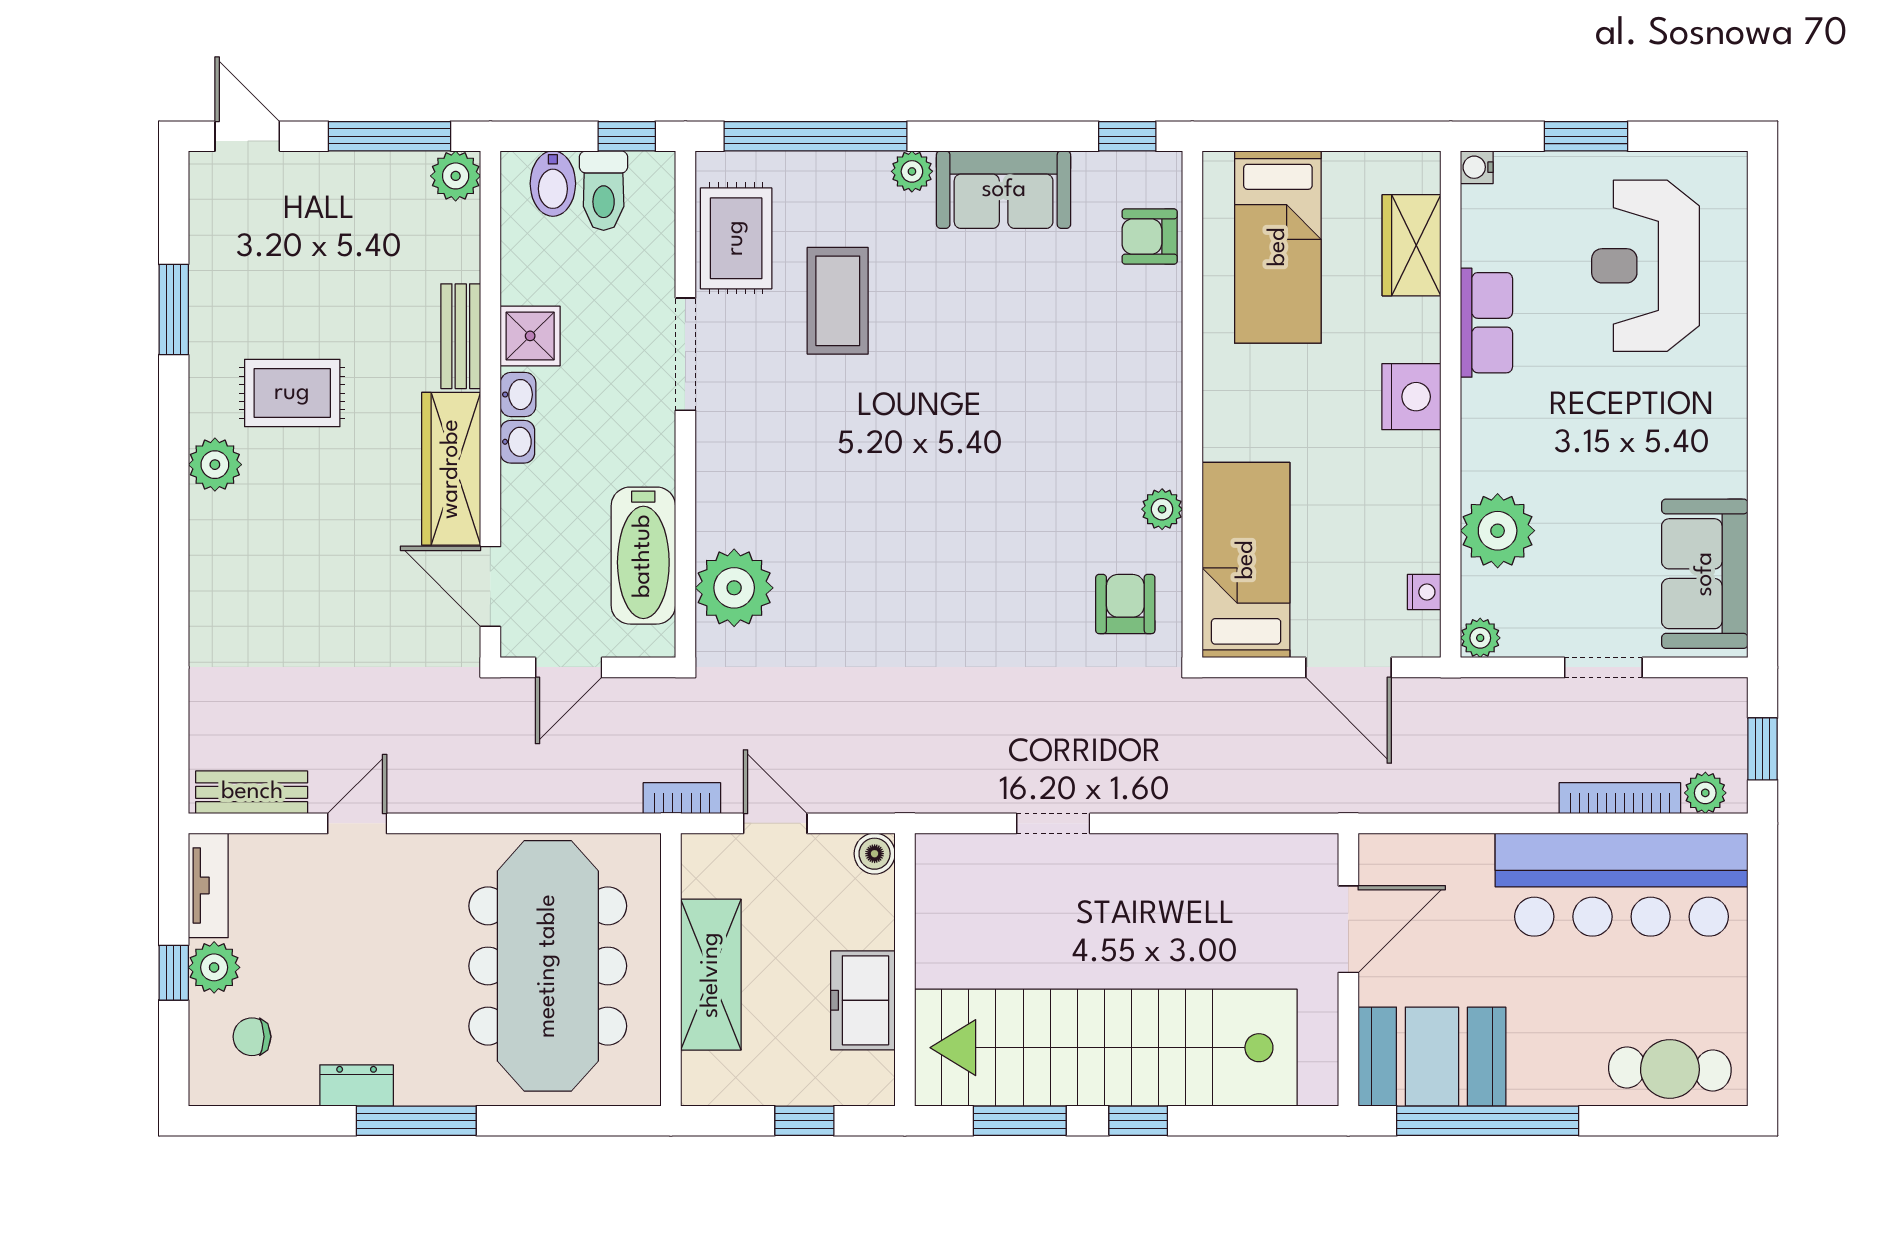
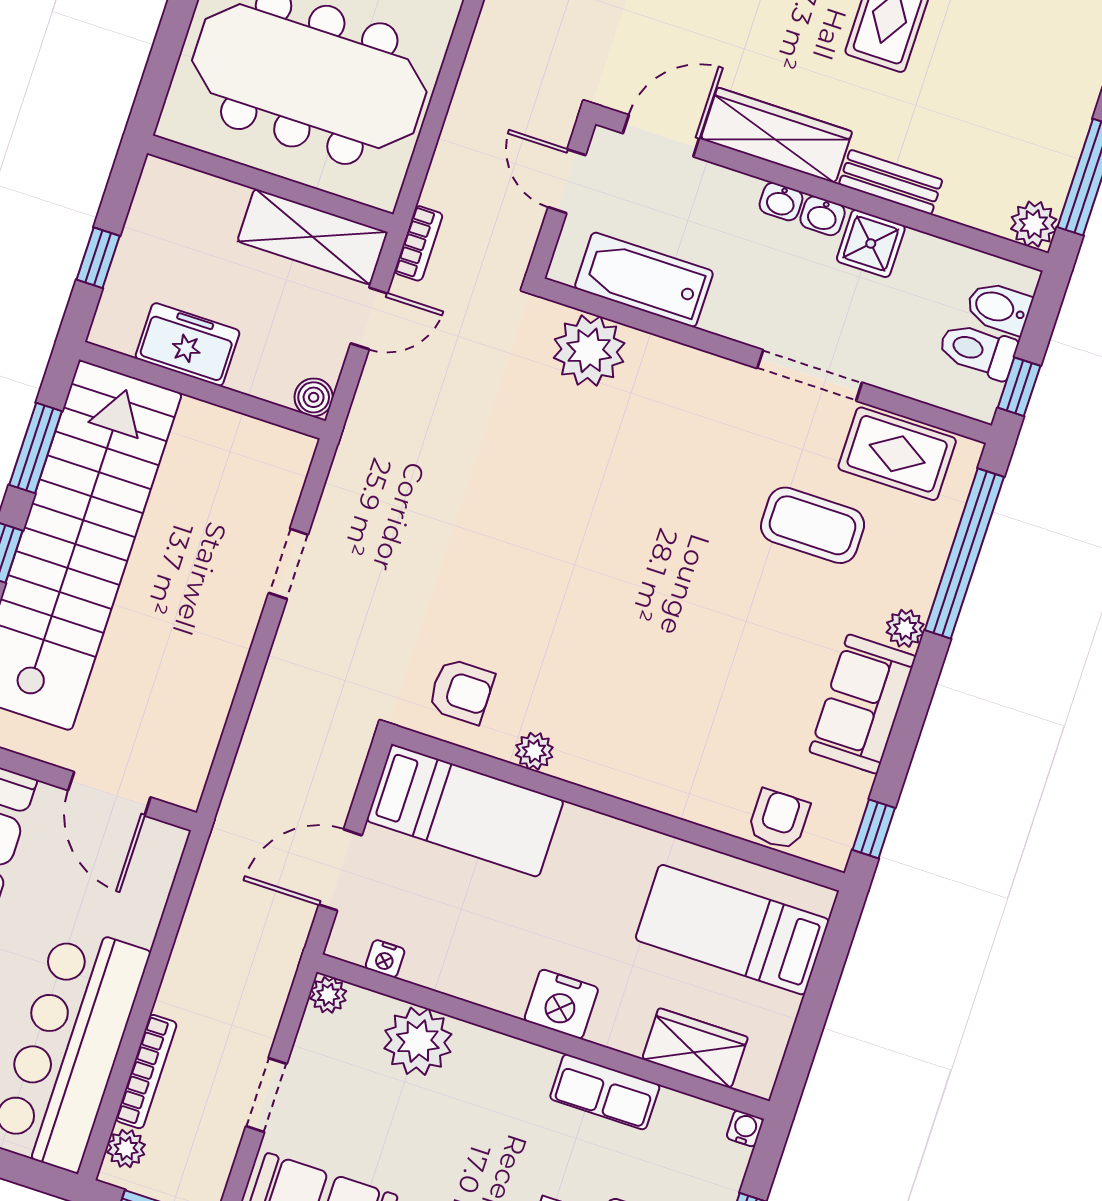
shelving: (711, 975) -> (312, 237), moved

